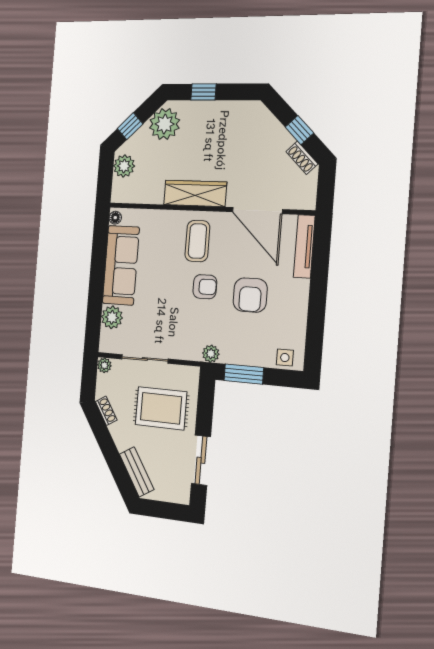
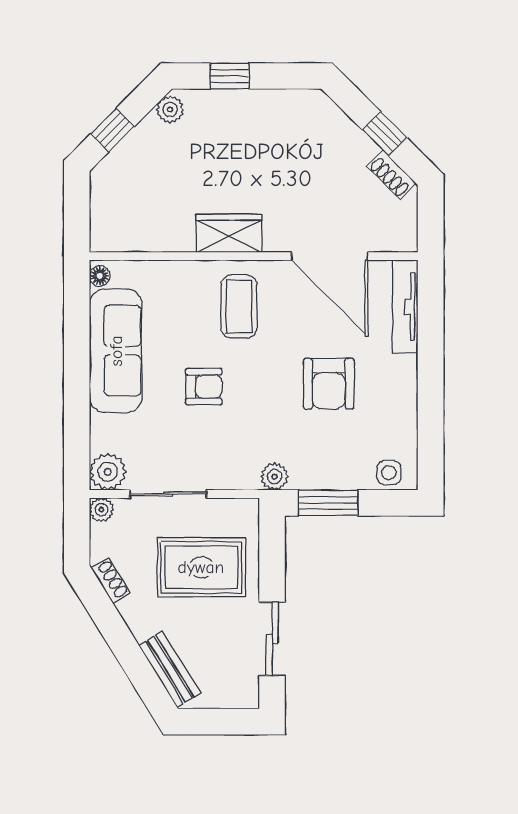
plant: (165, 124) -> (170, 109), width x0.53, depth x0.53
plant: (124, 166) -> (108, 193), removed
wardrobe: (195, 193) -> (229, 233), width x0.67
armchair: (205, 287) -> (204, 387), moved
plant: (112, 317) -> (108, 472), moved

